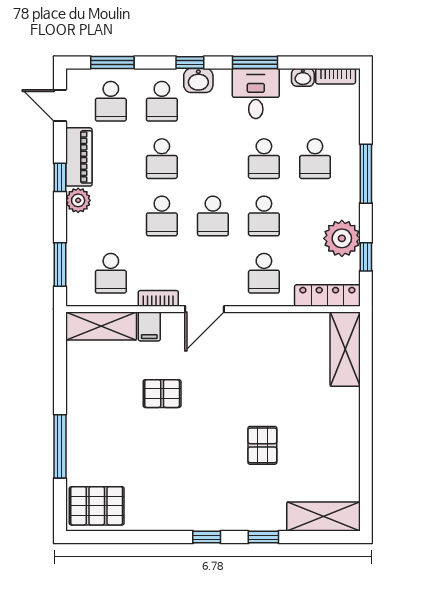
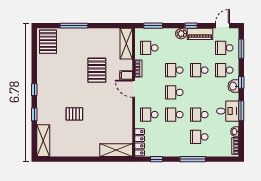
plant: (342, 238) -> (165, 149), removed
filing cabinet: (149, 326) -> (126, 75), moved
pallet: (162, 394) -> (97, 70), width x1.50, depth x1.42

